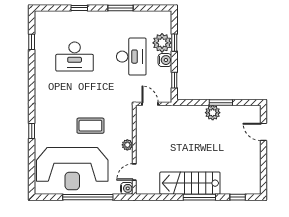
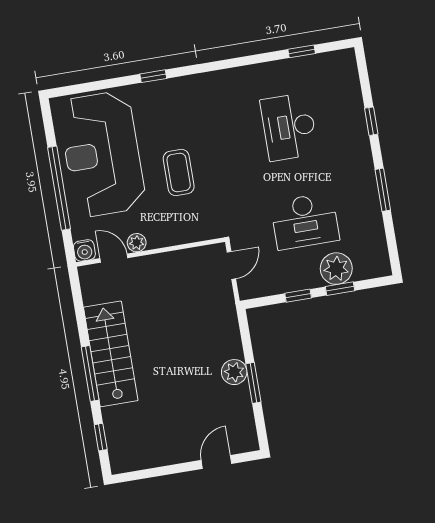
water cooler: (165, 60) -> (308, 278), removed
window: (174, 80) -> (298, 296), moved
plant: (127, 145) -> (137, 243), moved

